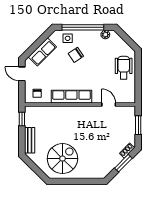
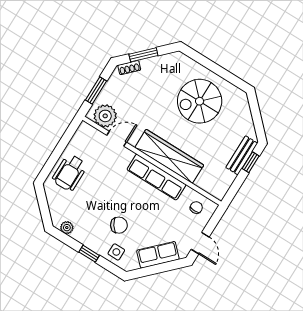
window: (83, 27) -> (89, 254), width x0.32
door: (109, 104) -> (117, 139), swing flipped
wardrobe: (72, 113) -> (169, 156), added
plant: (124, 114) -> (105, 116), added
window: (22, 119) -> (251, 162), moved
spiral stairs: (62, 159) -> (200, 101), moved

